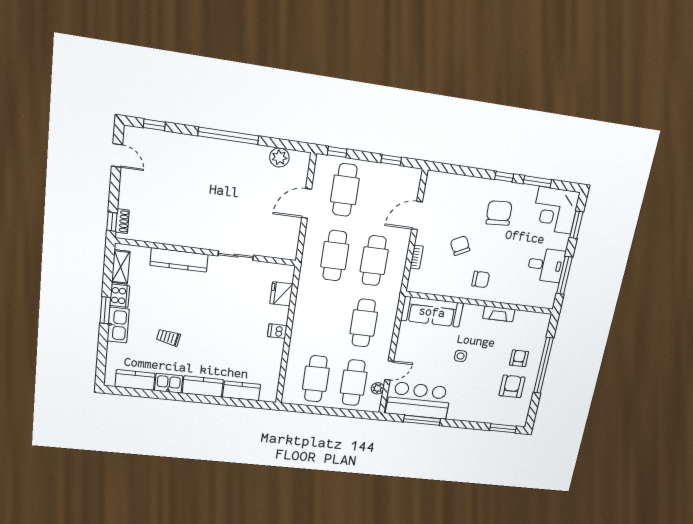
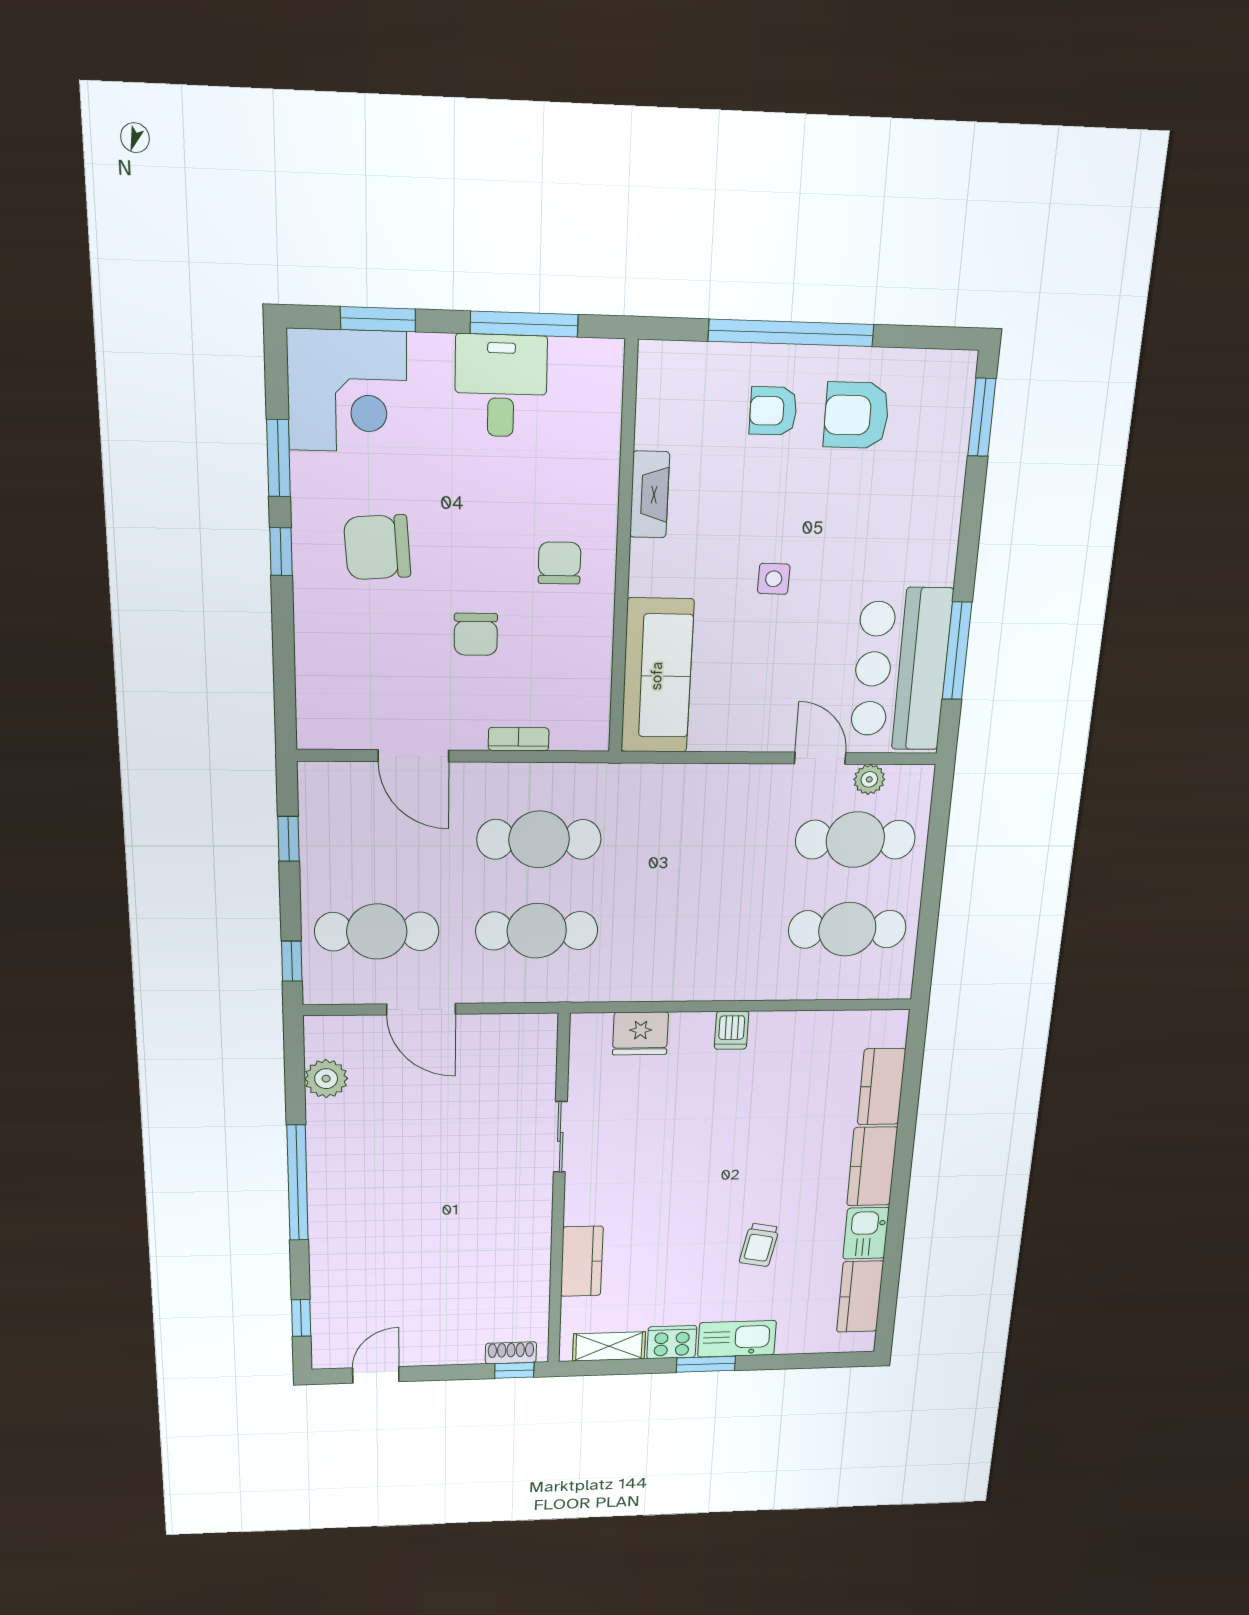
chair: (460, 246) -> (476, 634), turned -63
kitchen counter: (179, 260) -> (582, 1261), width x0.67
cafe table: (364, 323) -> (699, 840), removed

